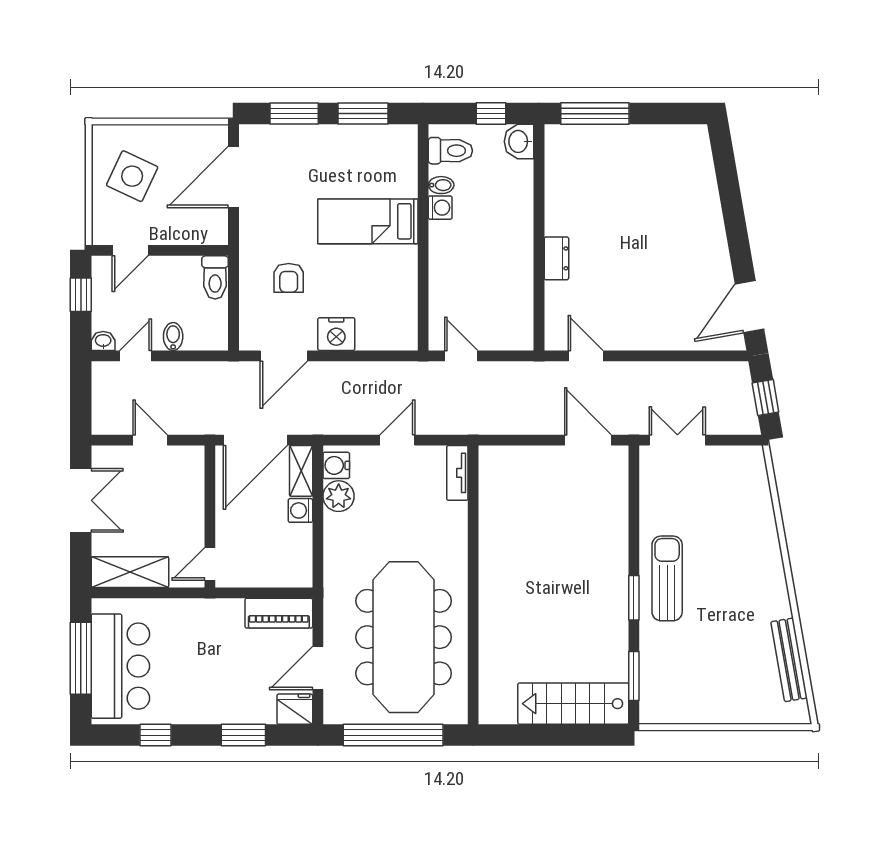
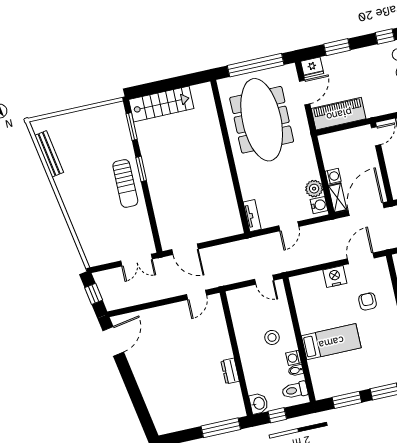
stool: (470, 252) -> (272, 337), added
dresser: (556, 258) -> (230, 371), moved
door: (586, 356) -> (197, 295), hinge flipped
piano: (279, 613) -> (339, 114), width x1.37, depth x1.33

